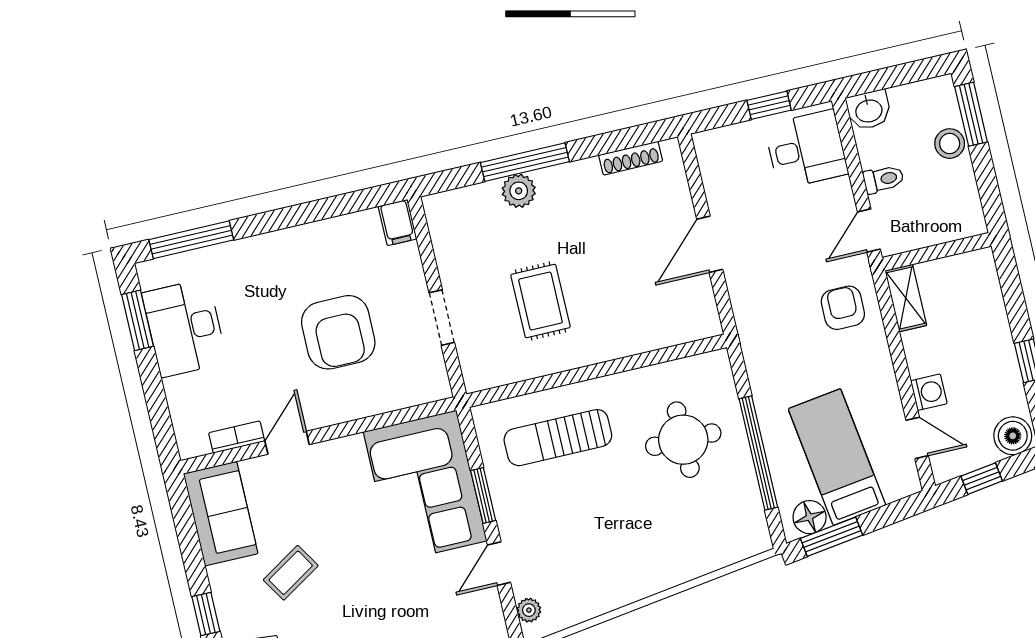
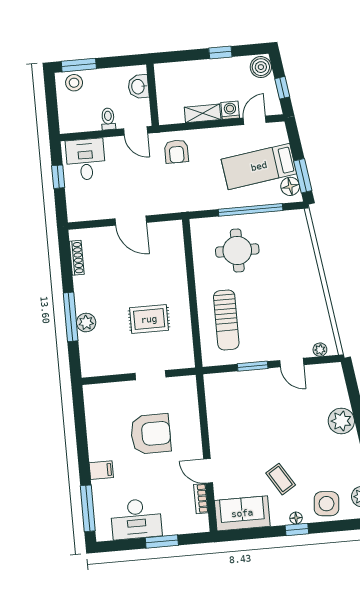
washbasin: (869, 110) -> (138, 87), moved, turned 180
stool: (950, 144) -> (74, 83), moved
filing cabinet: (397, 223) -> (101, 470), moved
shelving: (906, 298) -> (203, 113), moved
armchair: (843, 308) -> (176, 151), turned -90
window: (138, 320) -> (162, 541), moved
corner sofa: (425, 486) -> (243, 398), removed
floor lamp: (226, 610) -> (296, 518), added

